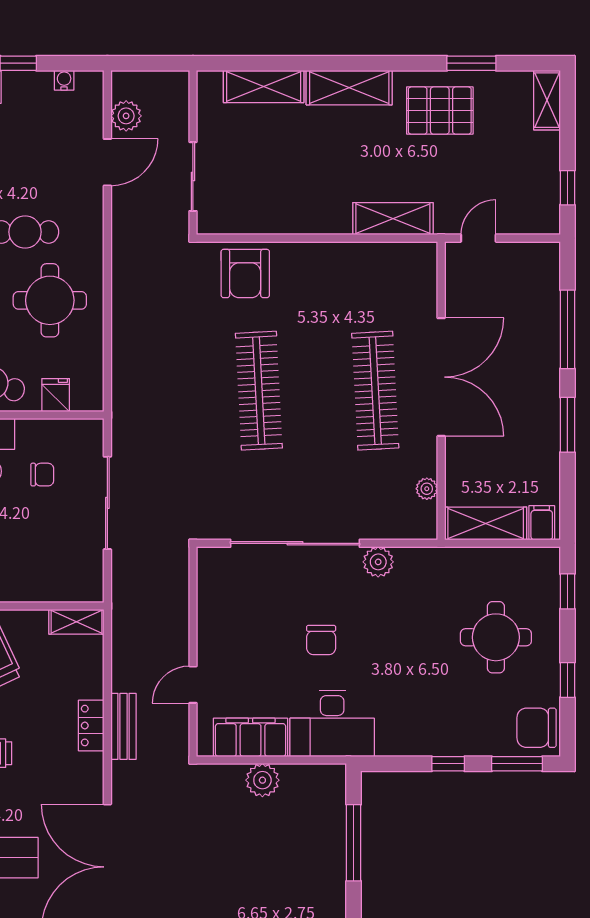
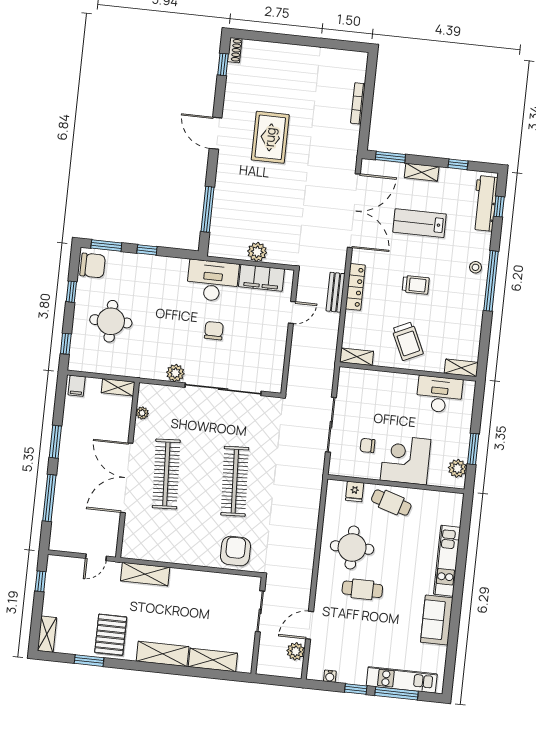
pallet: (440, 111) -> (111, 635), turned 90
shelving: (486, 523) -> (118, 387), width x0.67, depth x0.75
locker: (91, 726) -> (355, 287), width x1.53

